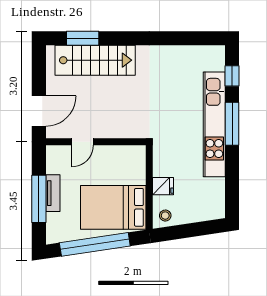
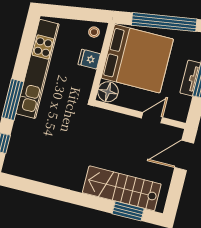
kitchen unit: (214, 124) -> (37, 69), moved
floor lamp: (135, 157) -> (108, 92), added
bed: (113, 207) -> (137, 59), width x1.36

